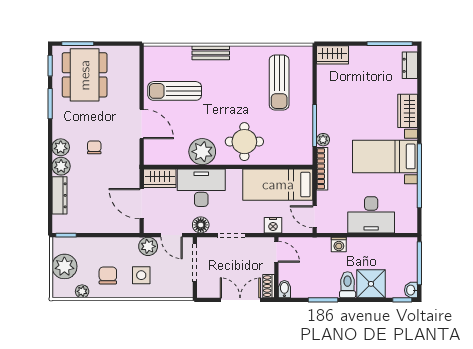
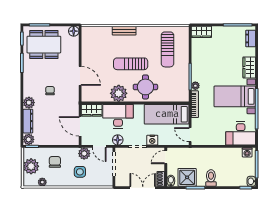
floor lamp: (132, 54) -> (74, 31), added
dining table: (85, 75) -> (44, 45), turned 90
sun lounger: (175, 91) -> (131, 64), moved
plant: (61, 147) -> (29, 139), moved
desk: (371, 215) -> (241, 133), moved
nightstand: (273, 225) -> (152, 140), moved
washing machine: (339, 245) -> (247, 152), moved
door: (276, 252) -> (166, 157), swing flipped
chair: (108, 275) -> (55, 162), moved
shower: (371, 284) -> (187, 177), moved

